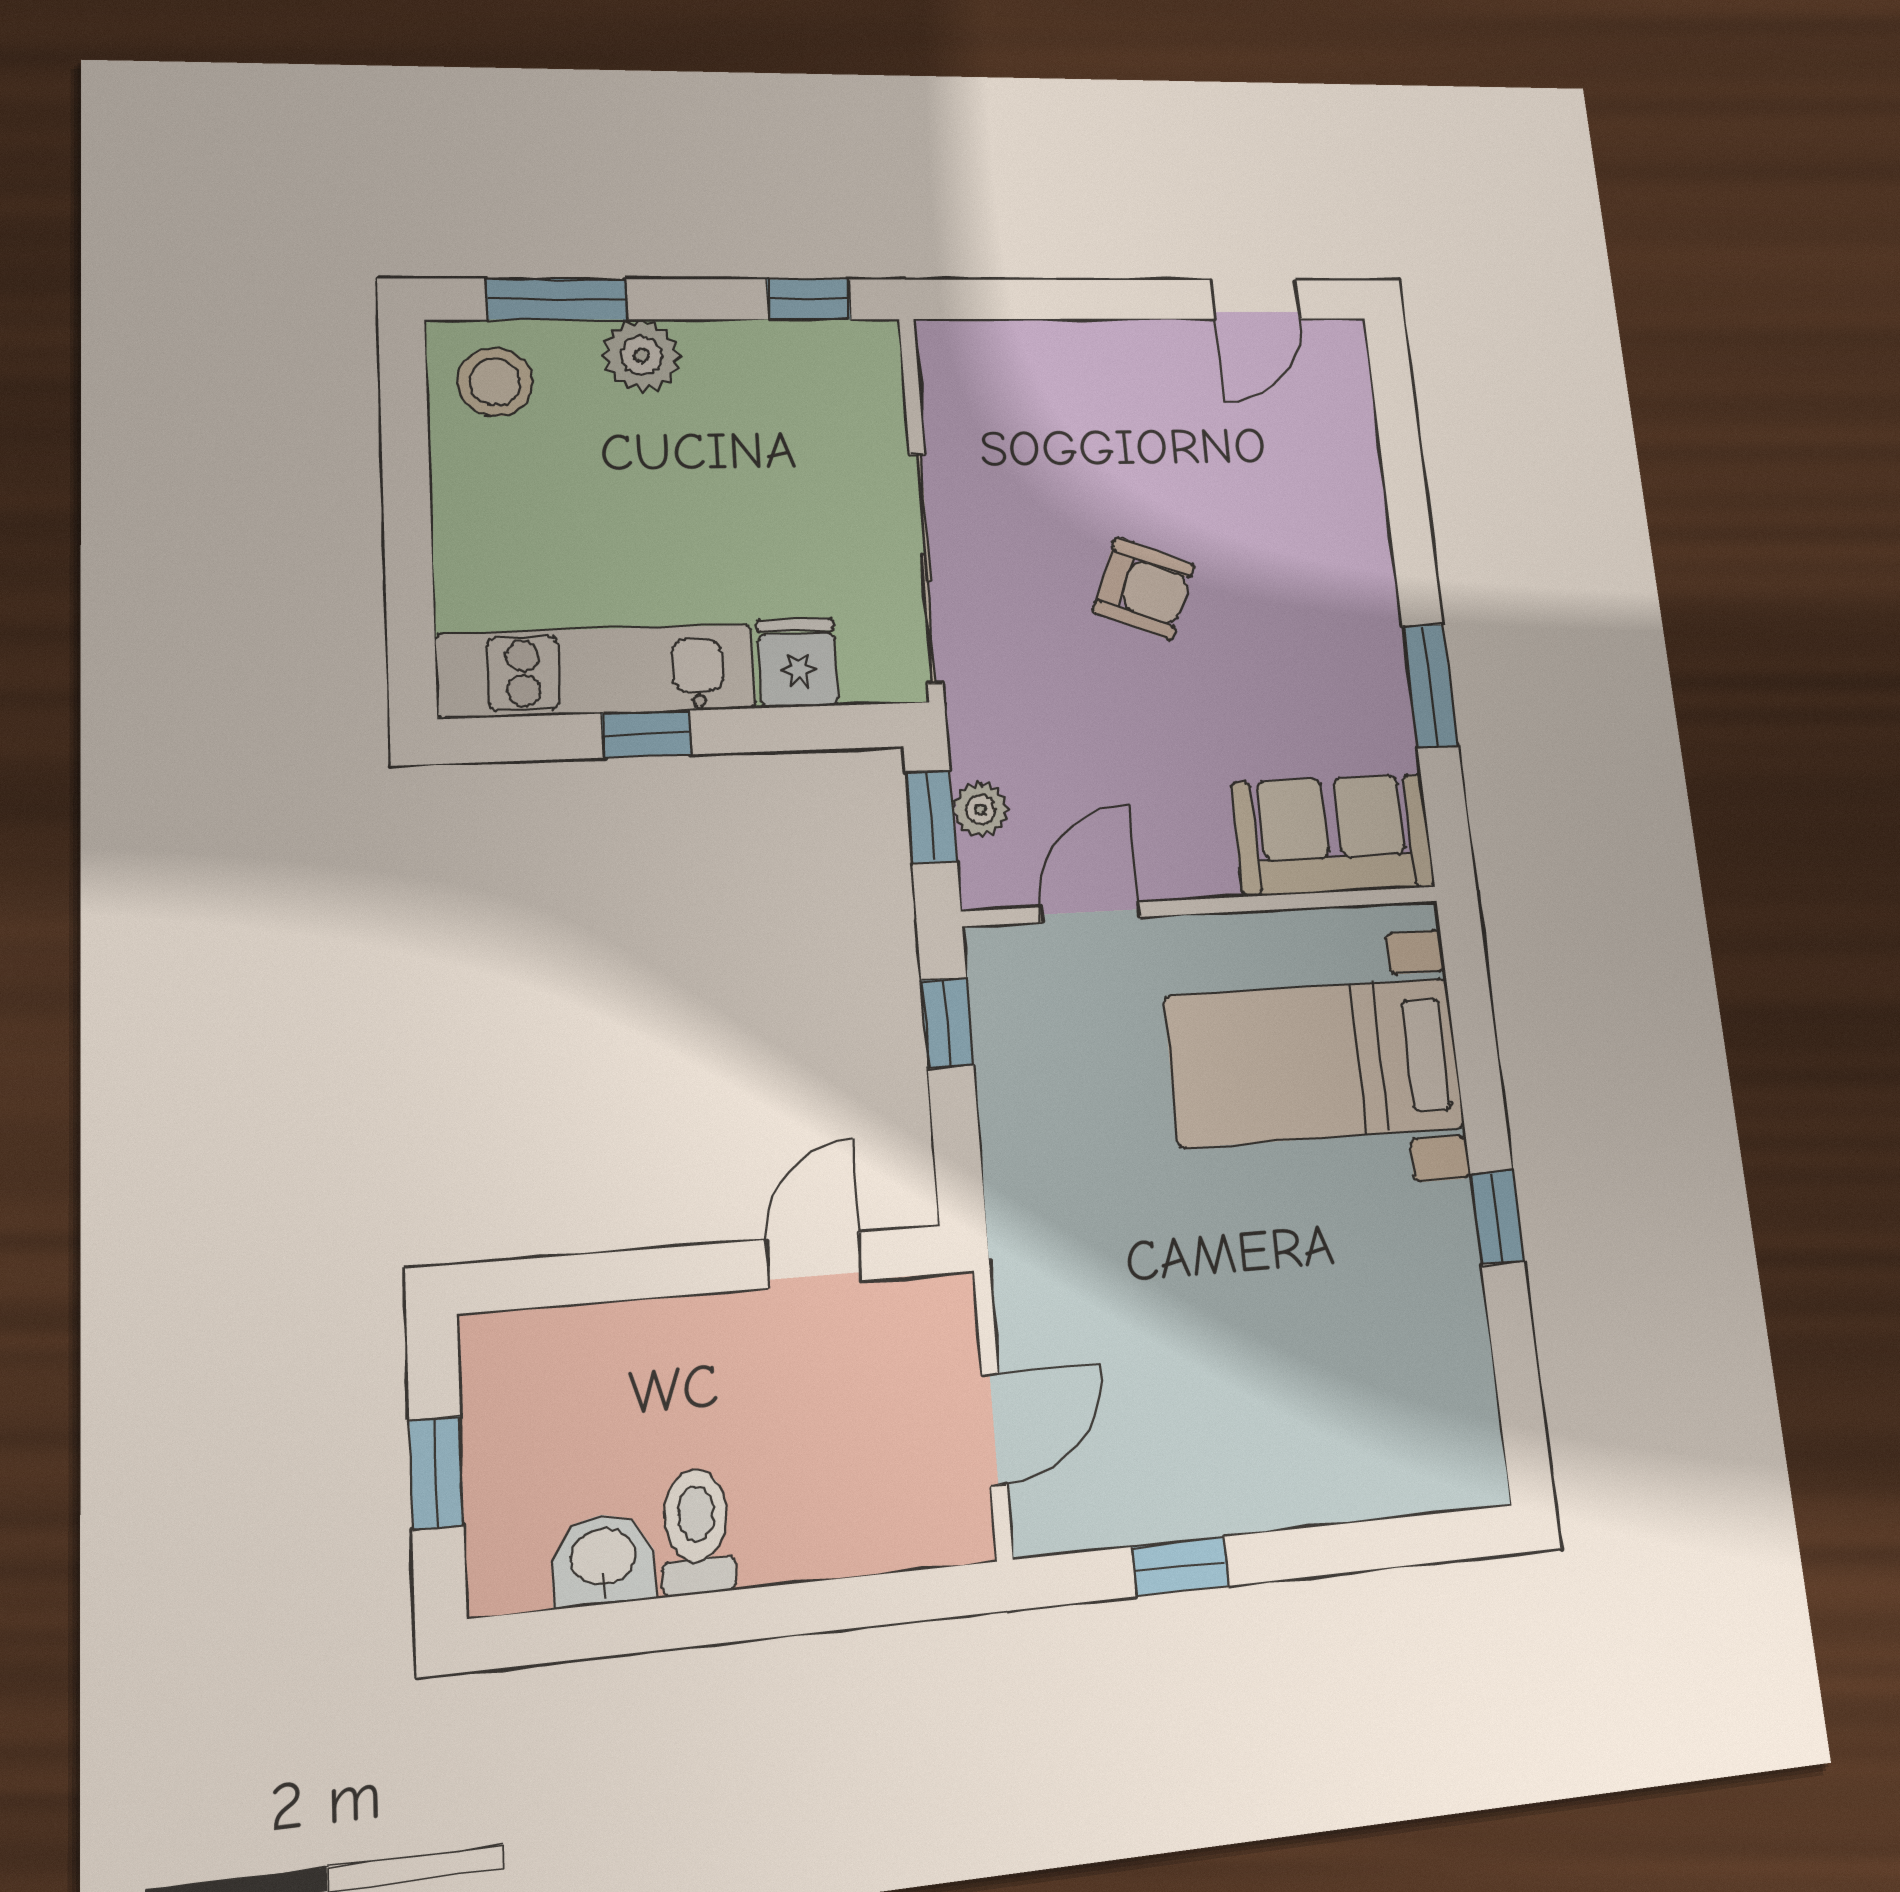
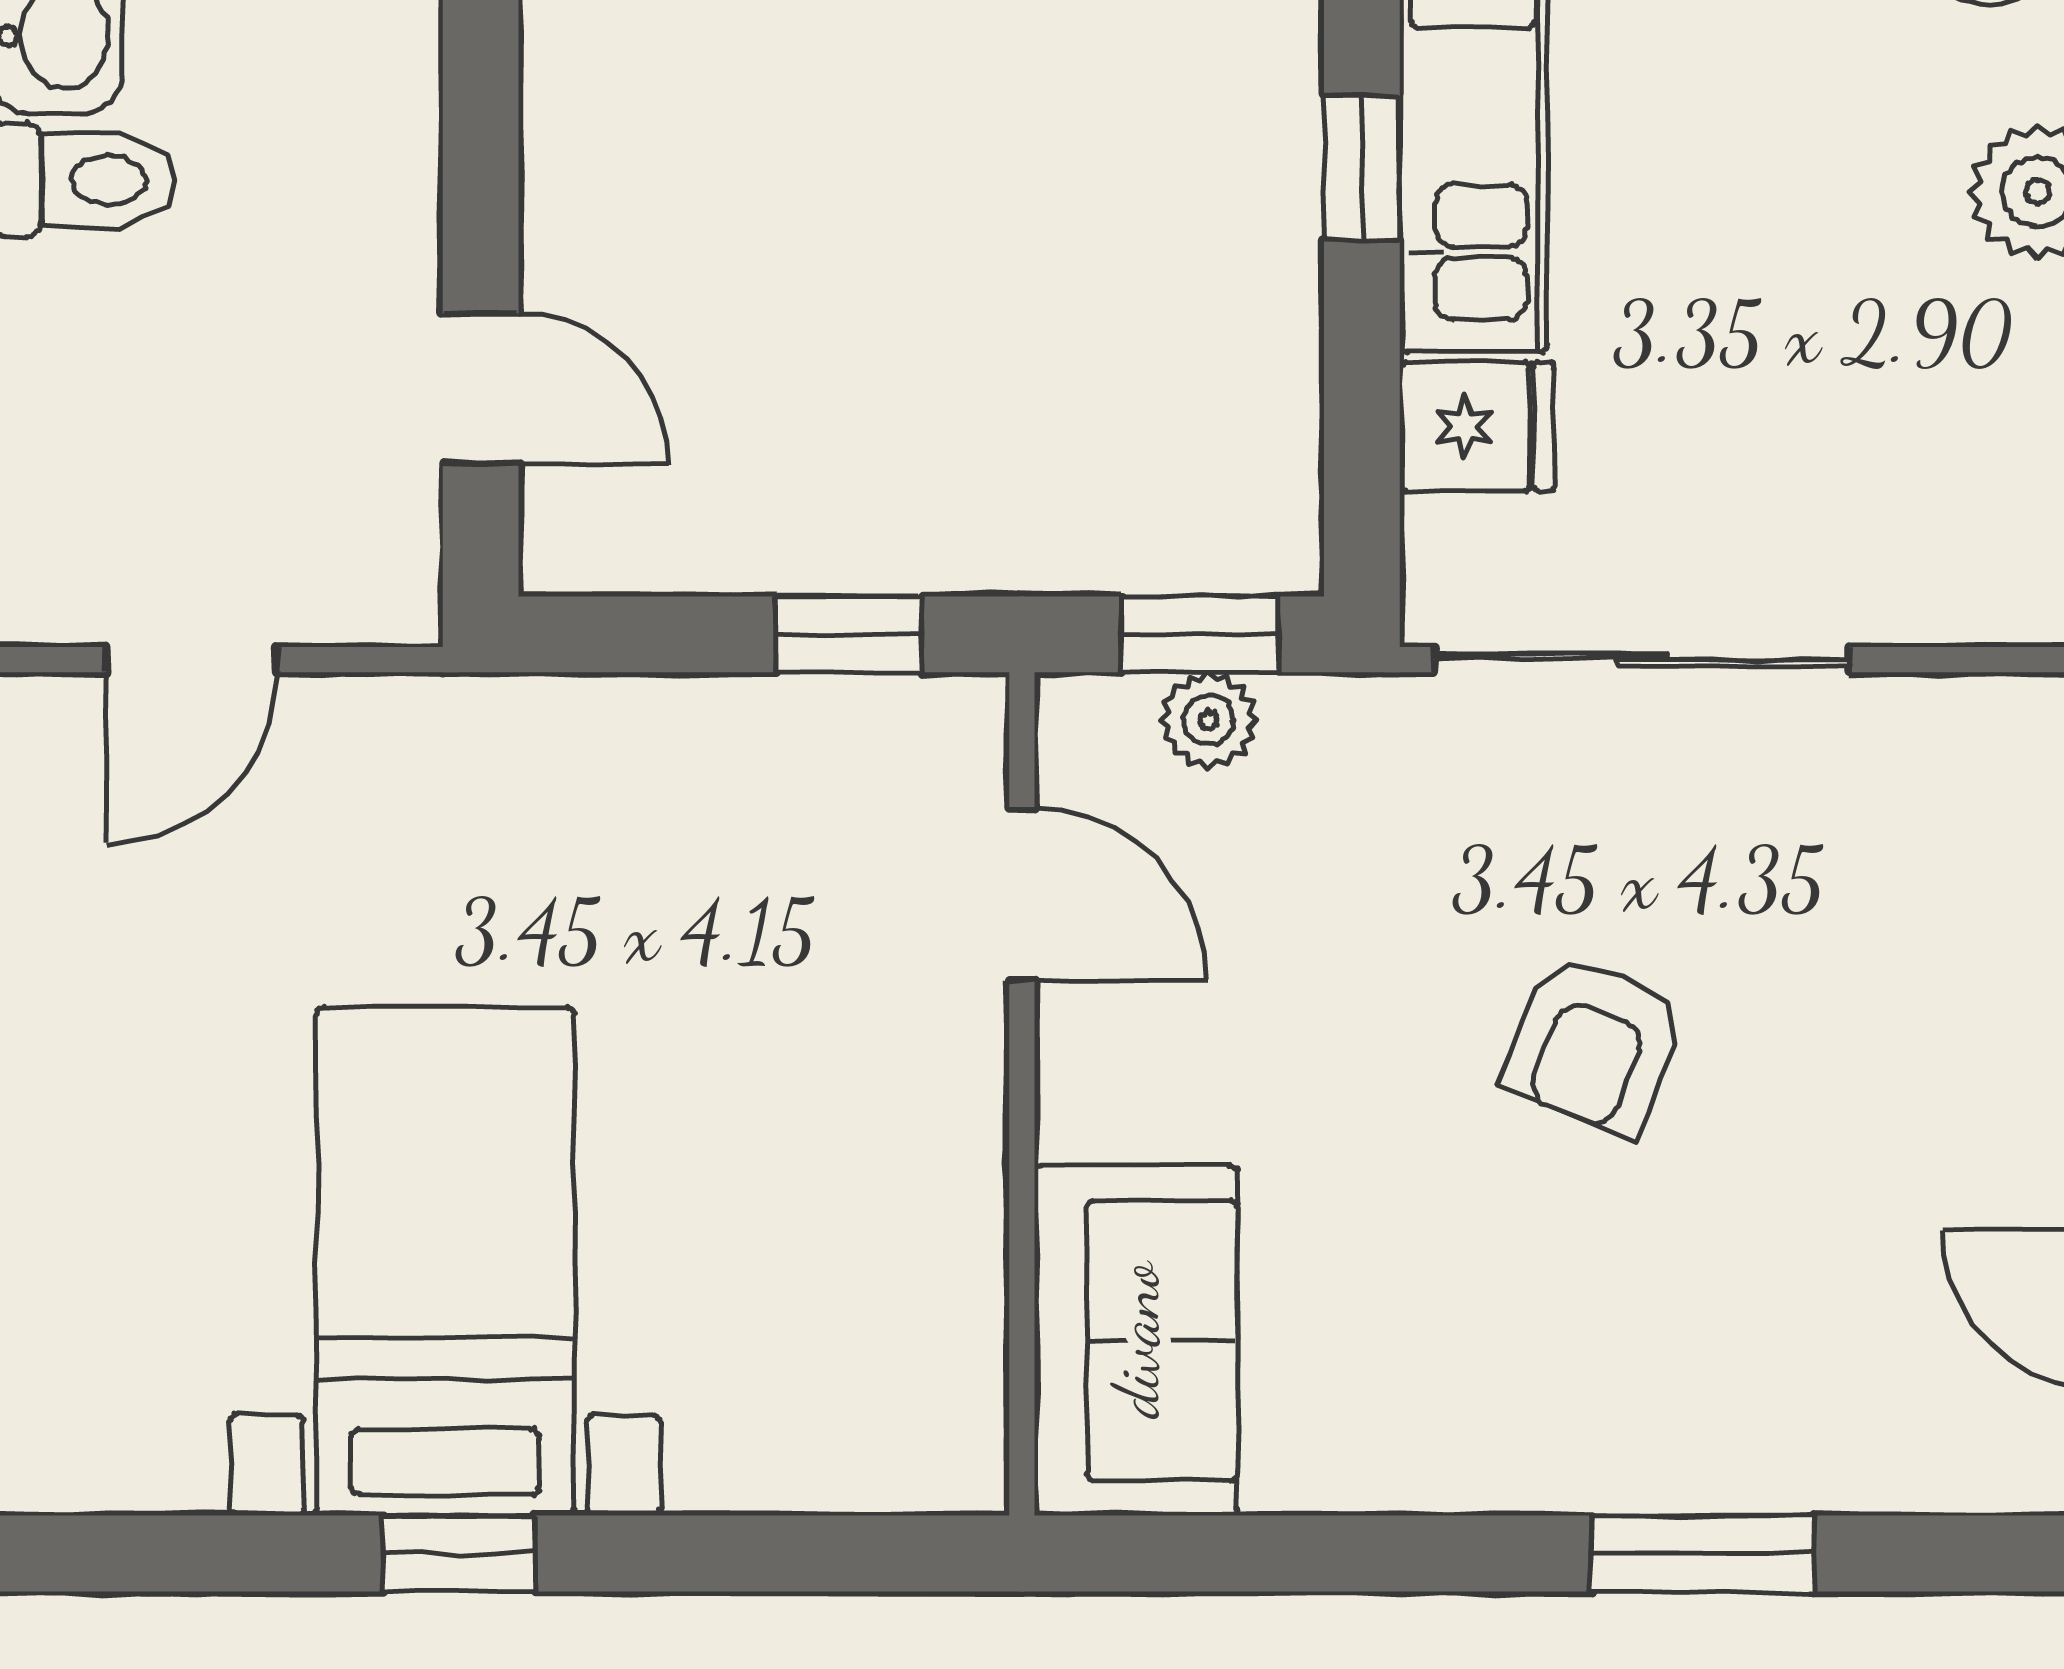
window: (1430, 686) -> (1703, 1554), moved
bed with nightstands: (1315, 1062) -> (445, 1262), moved
door: (994, 1429) -> (192, 660), hinge flipped

